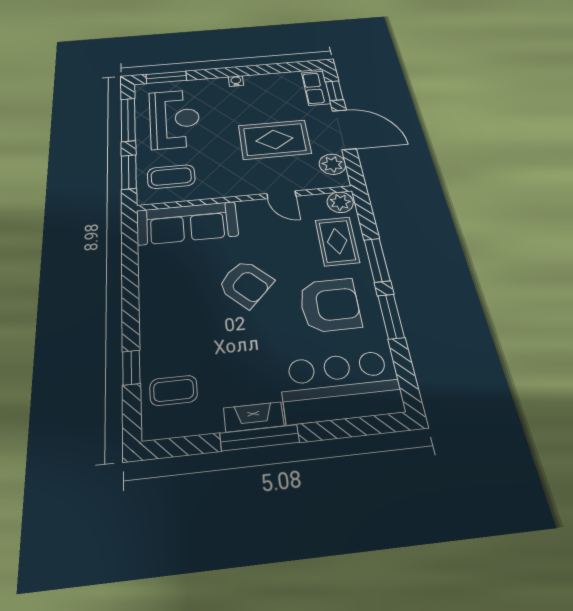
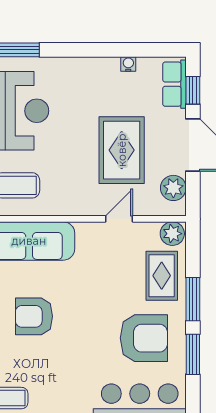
water cooler: (236, 81) -> (128, 64), moved
rug: (275, 139) -> (122, 150), turned 90
door: (281, 195) -> (119, 219), swing flipped
armchair: (246, 284) -> (34, 316), moved, turned 136

